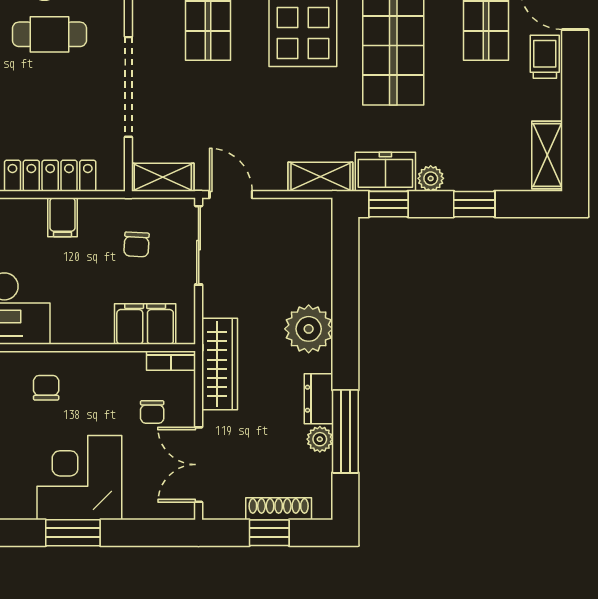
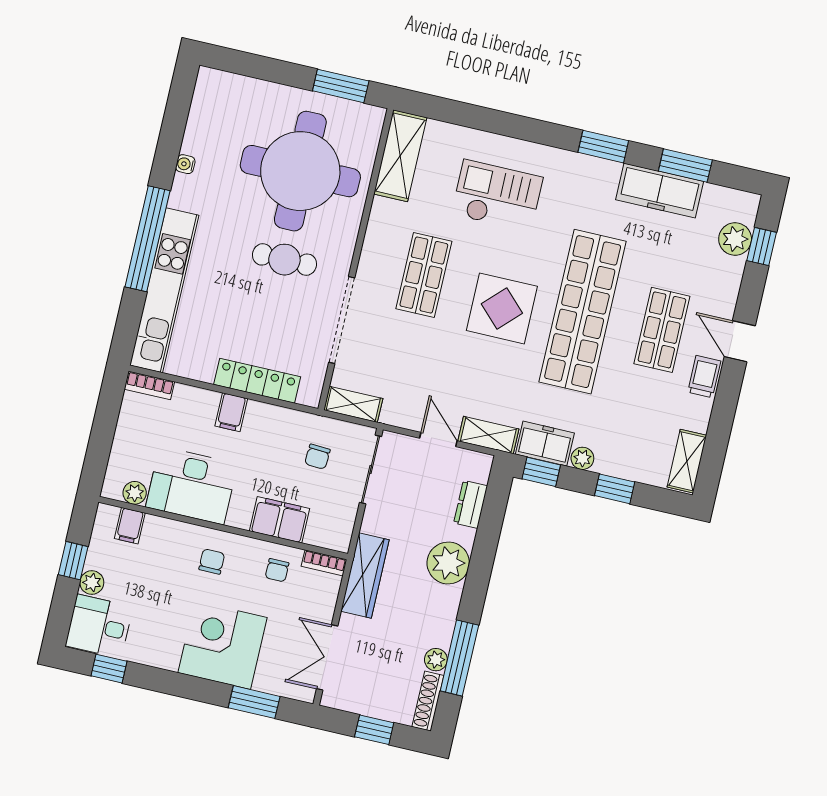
door: (231, 194) -> (438, 439), moved
filing cabinet: (63, 217) -> (231, 412), moved
filing cabinet: (145, 324) -> (280, 520), moved
dresser: (319, 399) -> (471, 504), moved
chair: (152, 412) -> (277, 570), moved
shoe rack: (279, 509) -> (428, 701), moved, turned -90
window: (73, 533) -> (254, 702), moved

